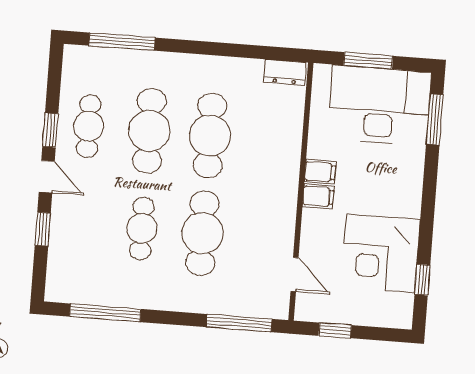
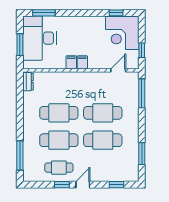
cafe table: (142, 228) -> (103, 140), width x1.37, depth x1.35
window: (43, 229) -> (116, 185), moved
corner desk: (381, 254) -> (122, 33), moved, turned 90
window: (105, 313) -> (142, 154), width x0.69

